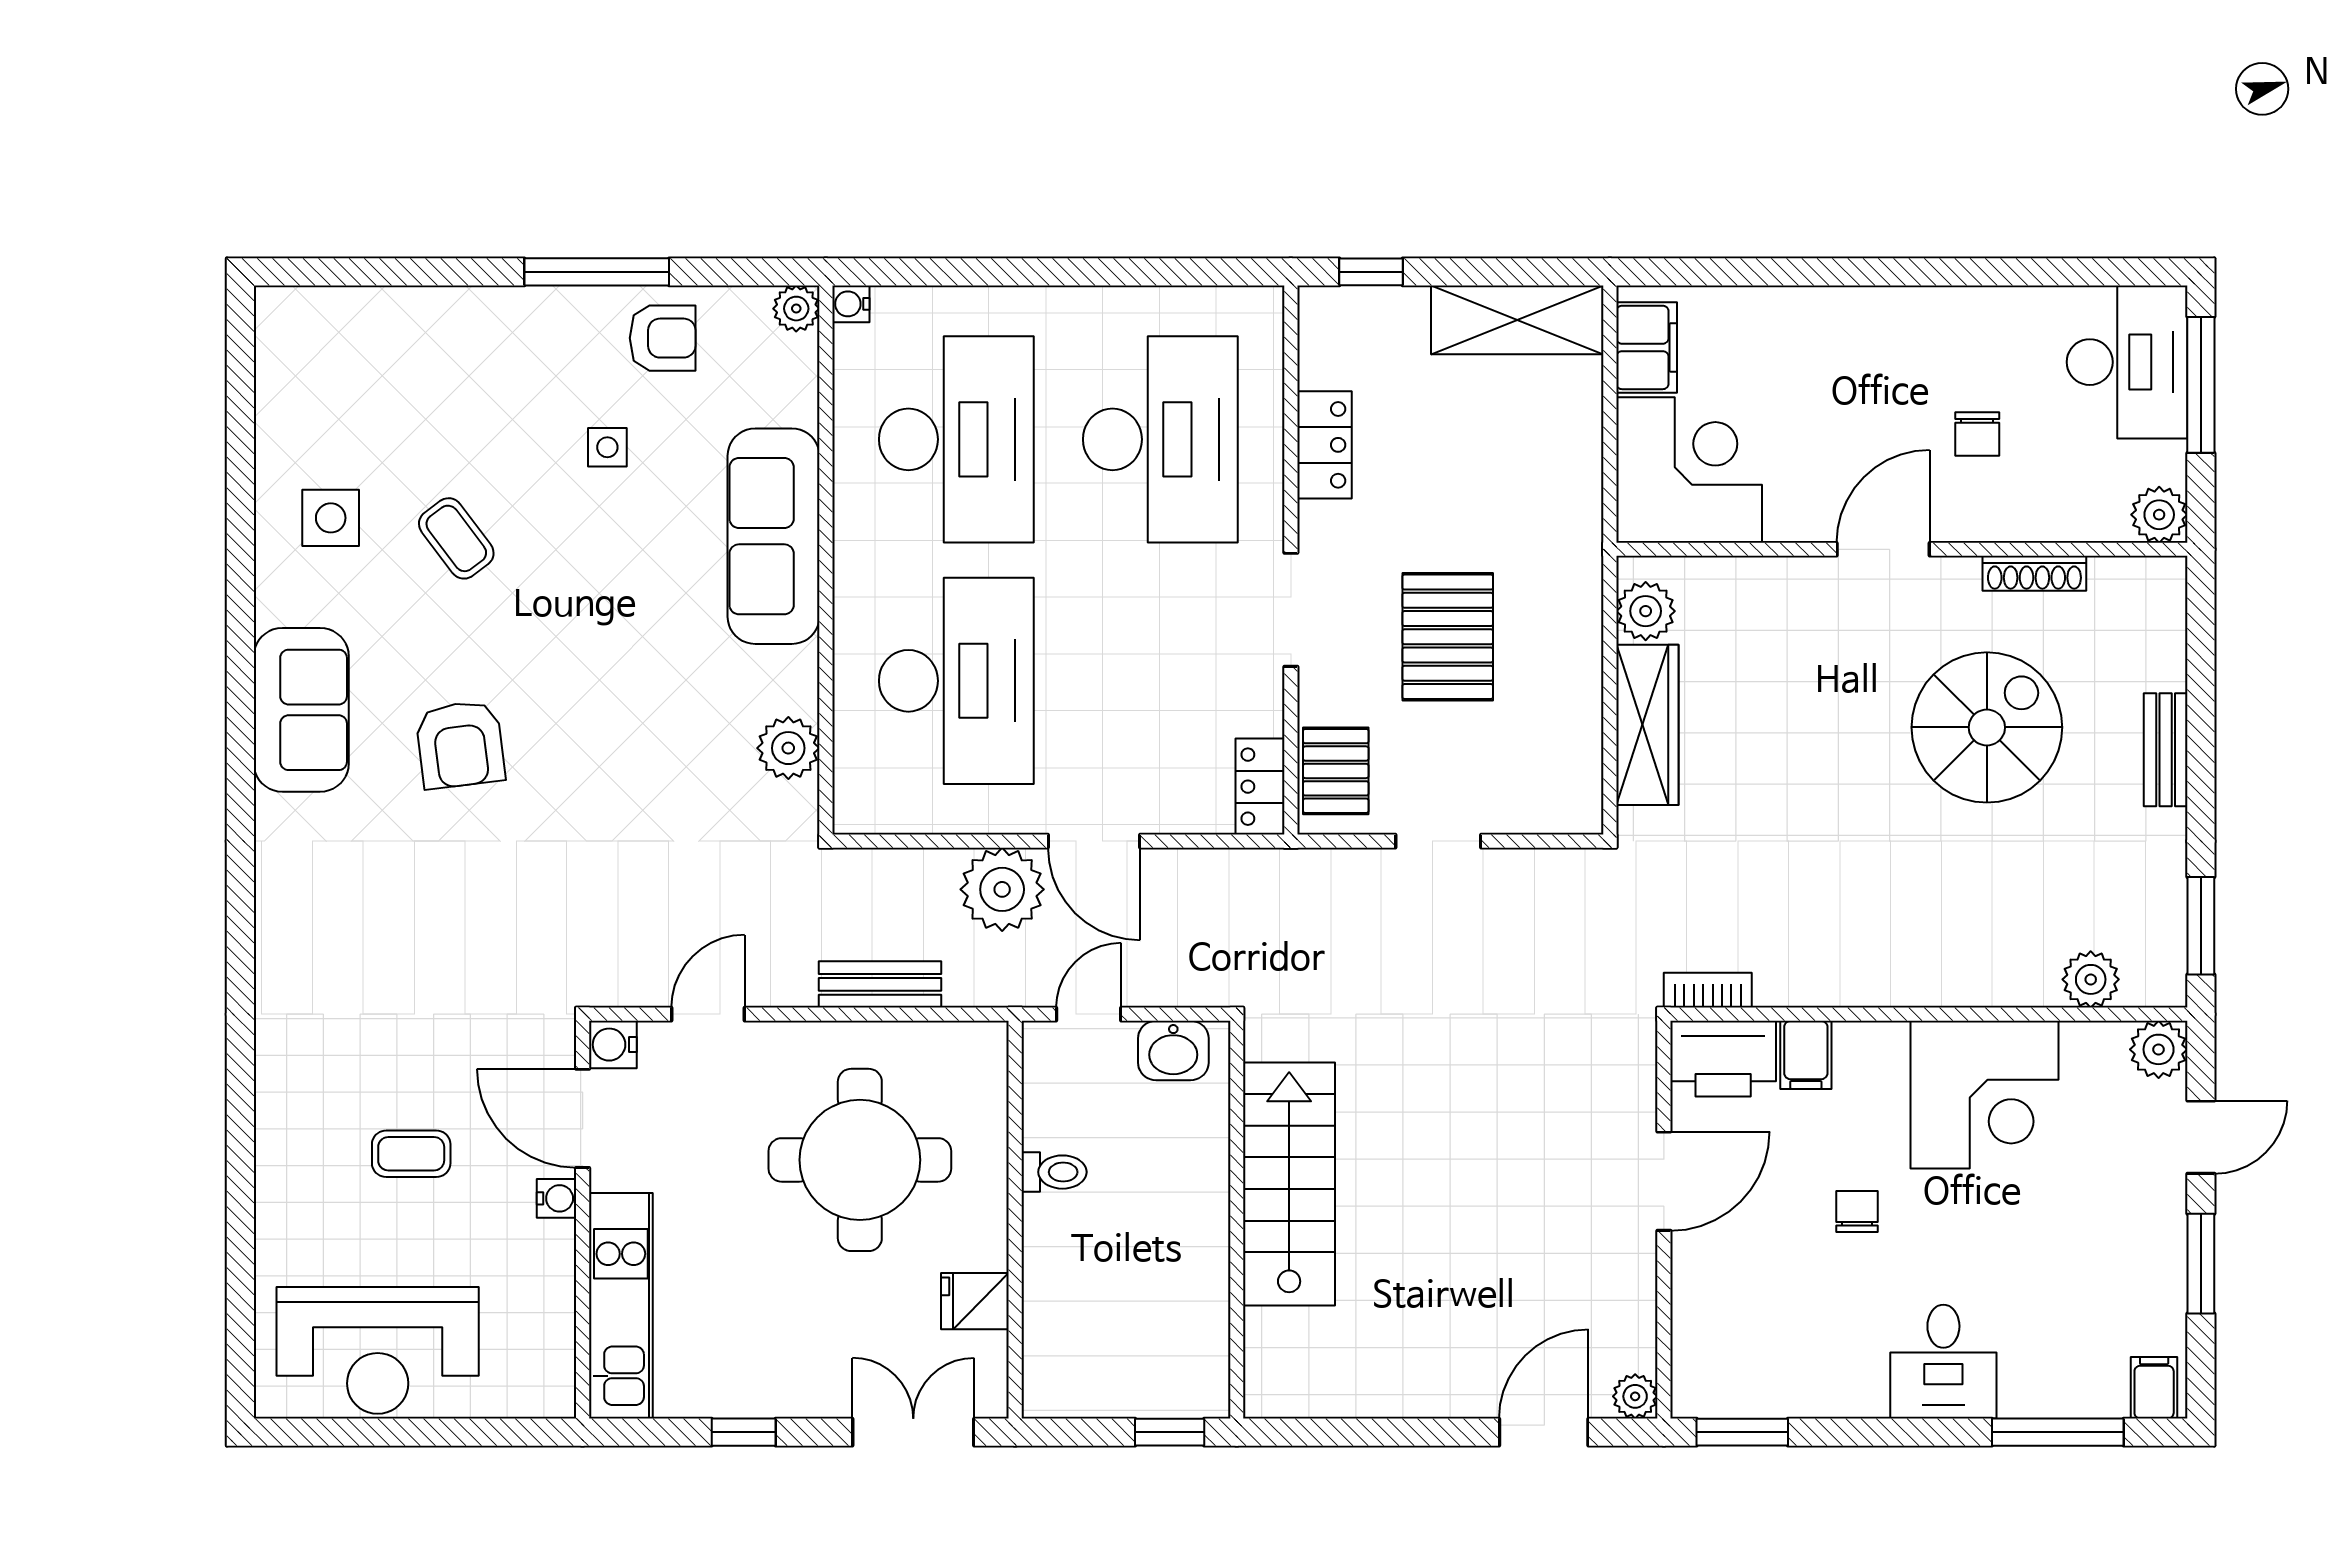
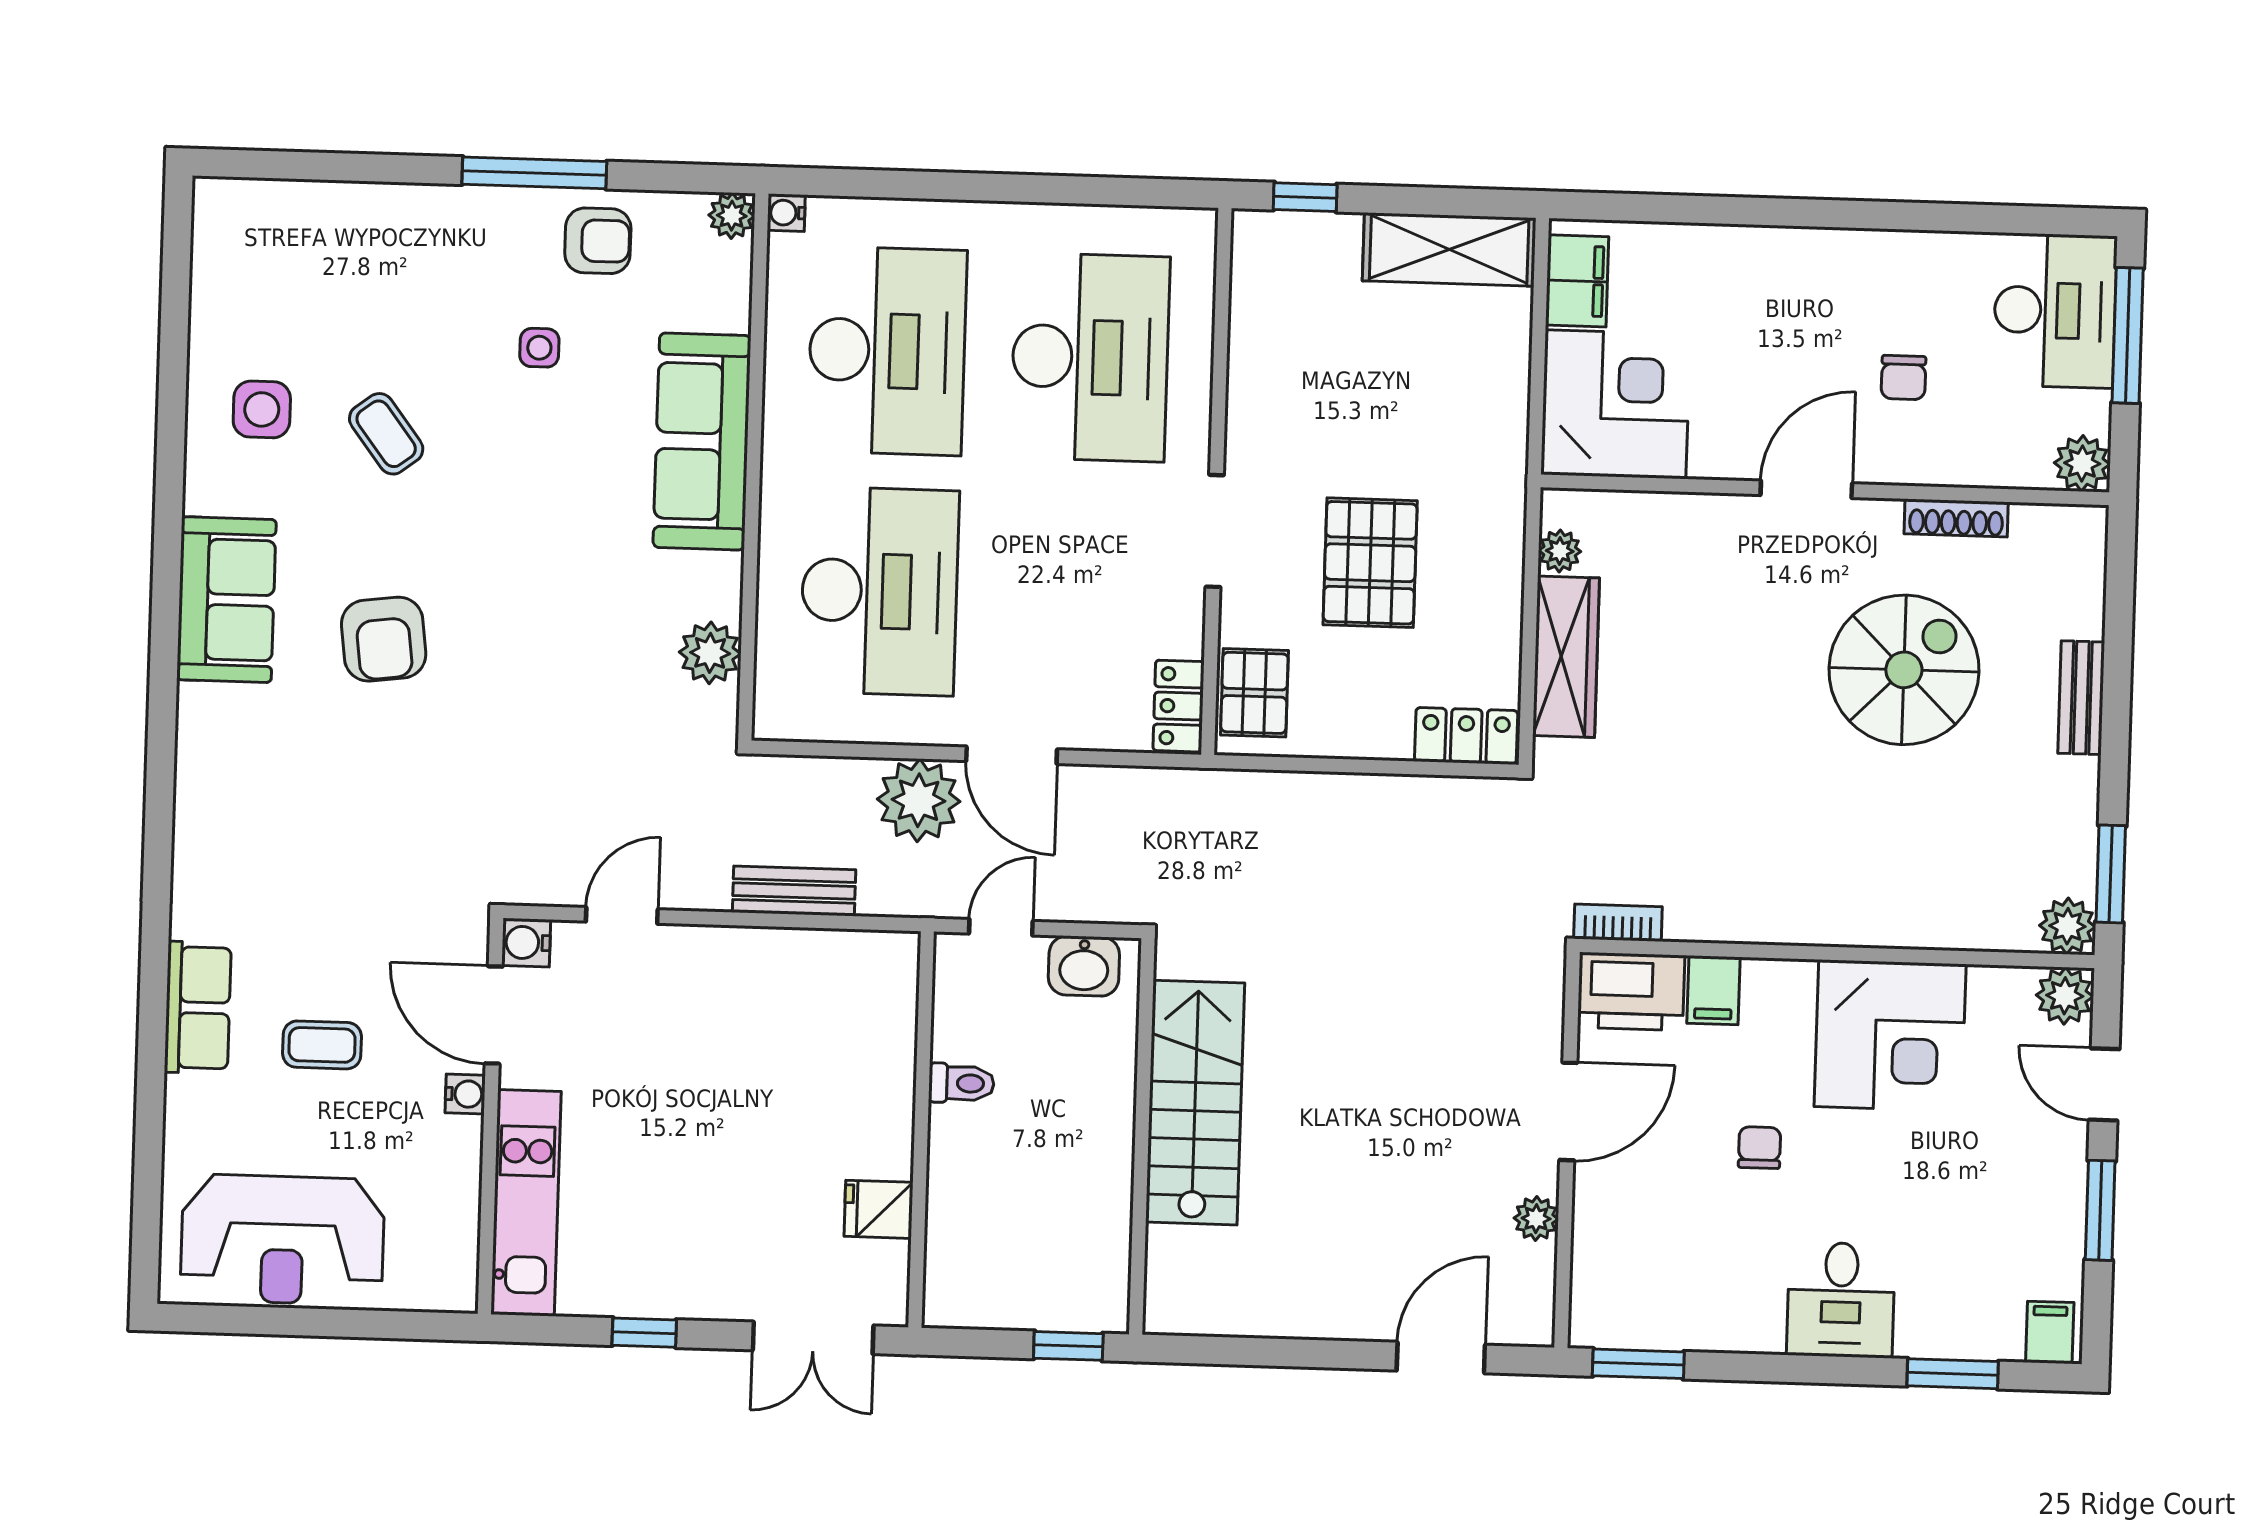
locker: (1324, 445) -> (1466, 736), moved, turned -90
plant: (1646, 611) -> (1560, 551), width x0.73, depth x0.73
doorway: (1438, 841) -> (1354, 766), removed
plant: (2091, 979) -> (2067, 926), moved
row of seats: (285, 1120) -> (198, 1008), added
door: (2201, 1137) -> (2104, 1084), swing flipped
round table: (860, 1160) -> (768, 1065), removed
plant: (1635, 1396) -> (1536, 1219), moved
double door: (913, 1432) -> (813, 1338), swing flipped
window: (2058, 1432) -> (1953, 1374), width x0.69

